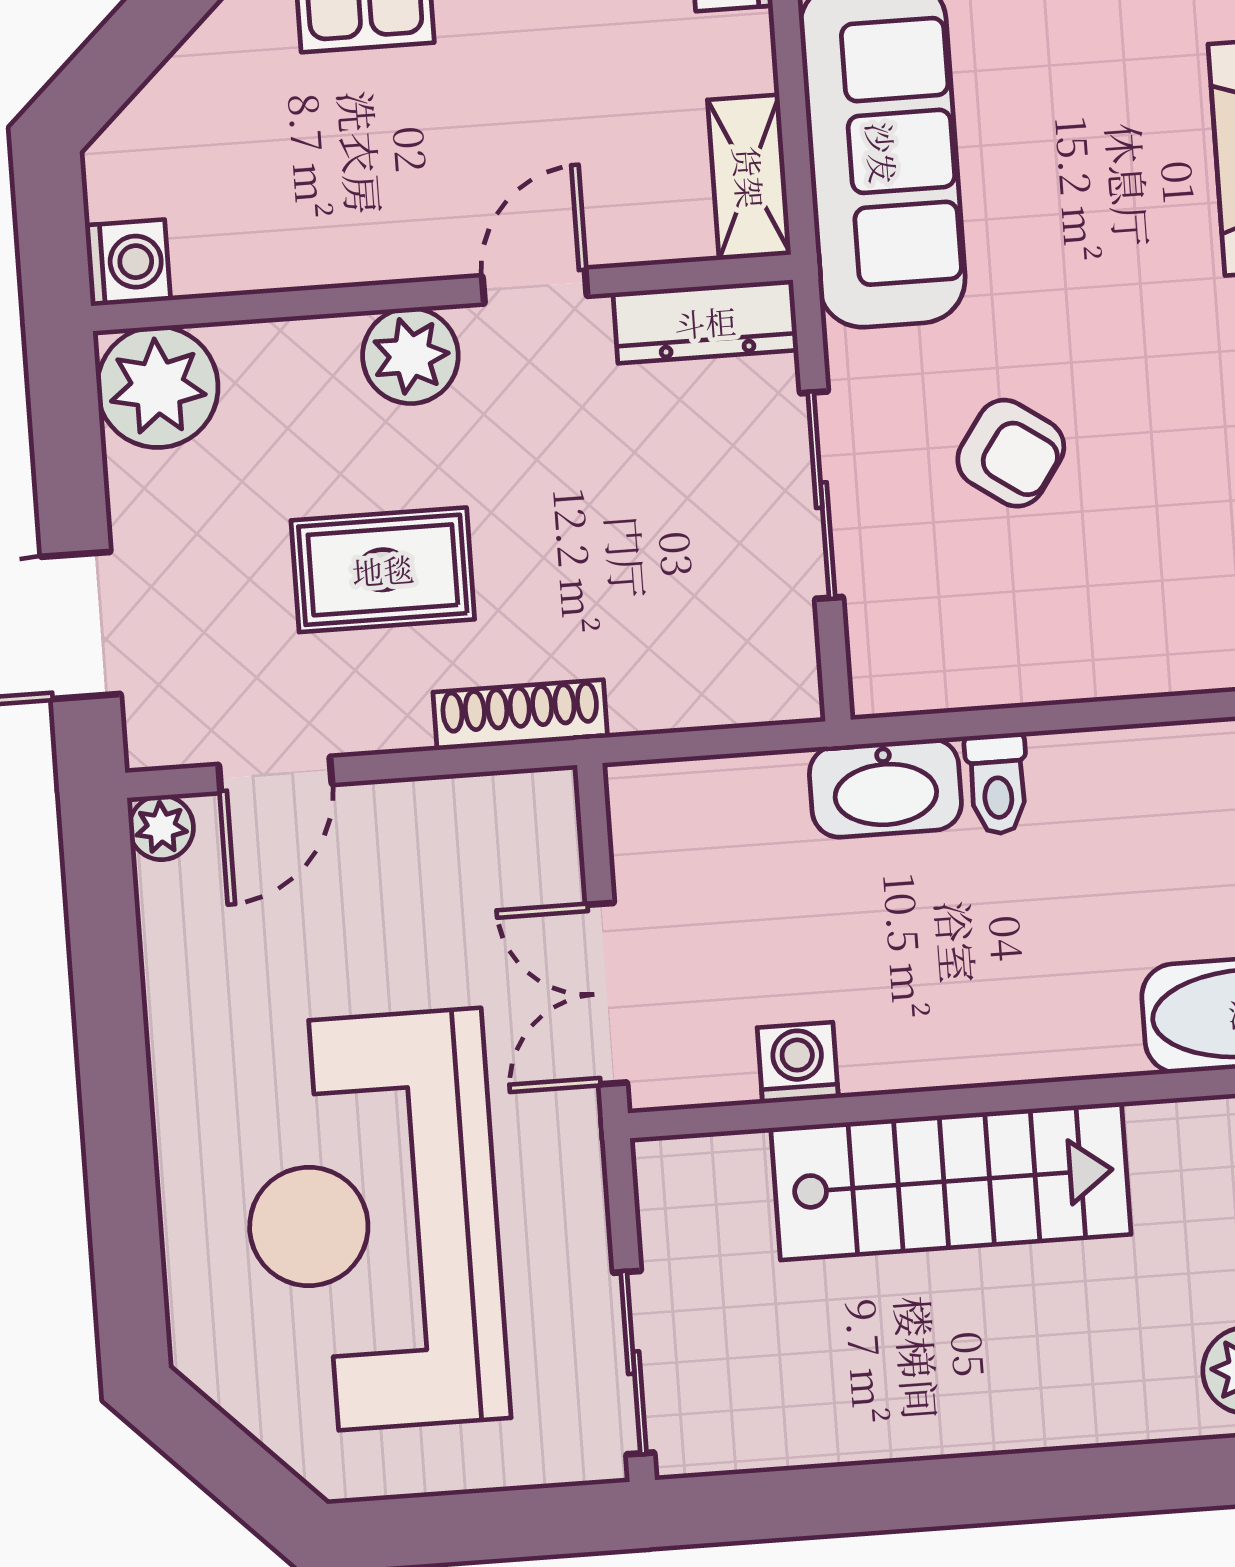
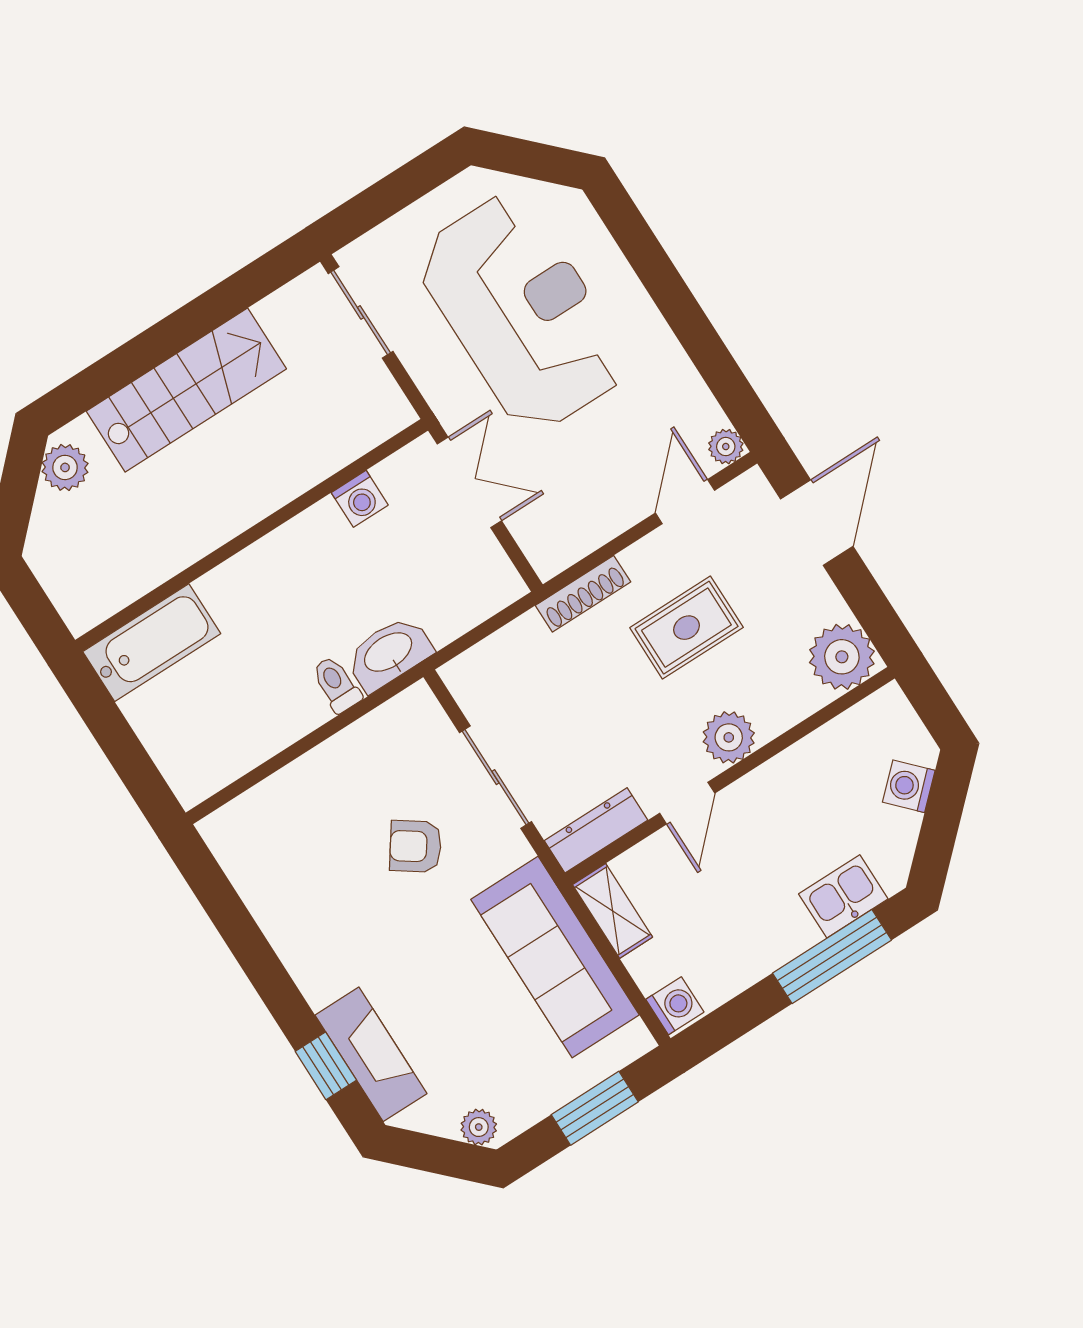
washing machine: (128, 262) -> (909, 786), moved, turned 47
stairs: (951, 1181) -> (186, 390), moved, turned 180

